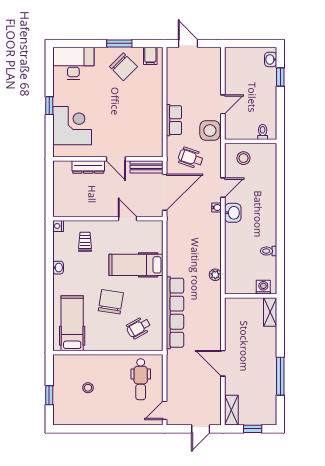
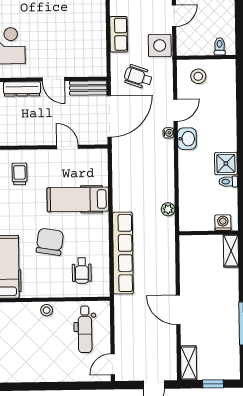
shower: (267, 235) -> (226, 164), added
wheelchair: (139, 328) -> (82, 271), turned -61
stool: (88, 388) -> (47, 310), moved

